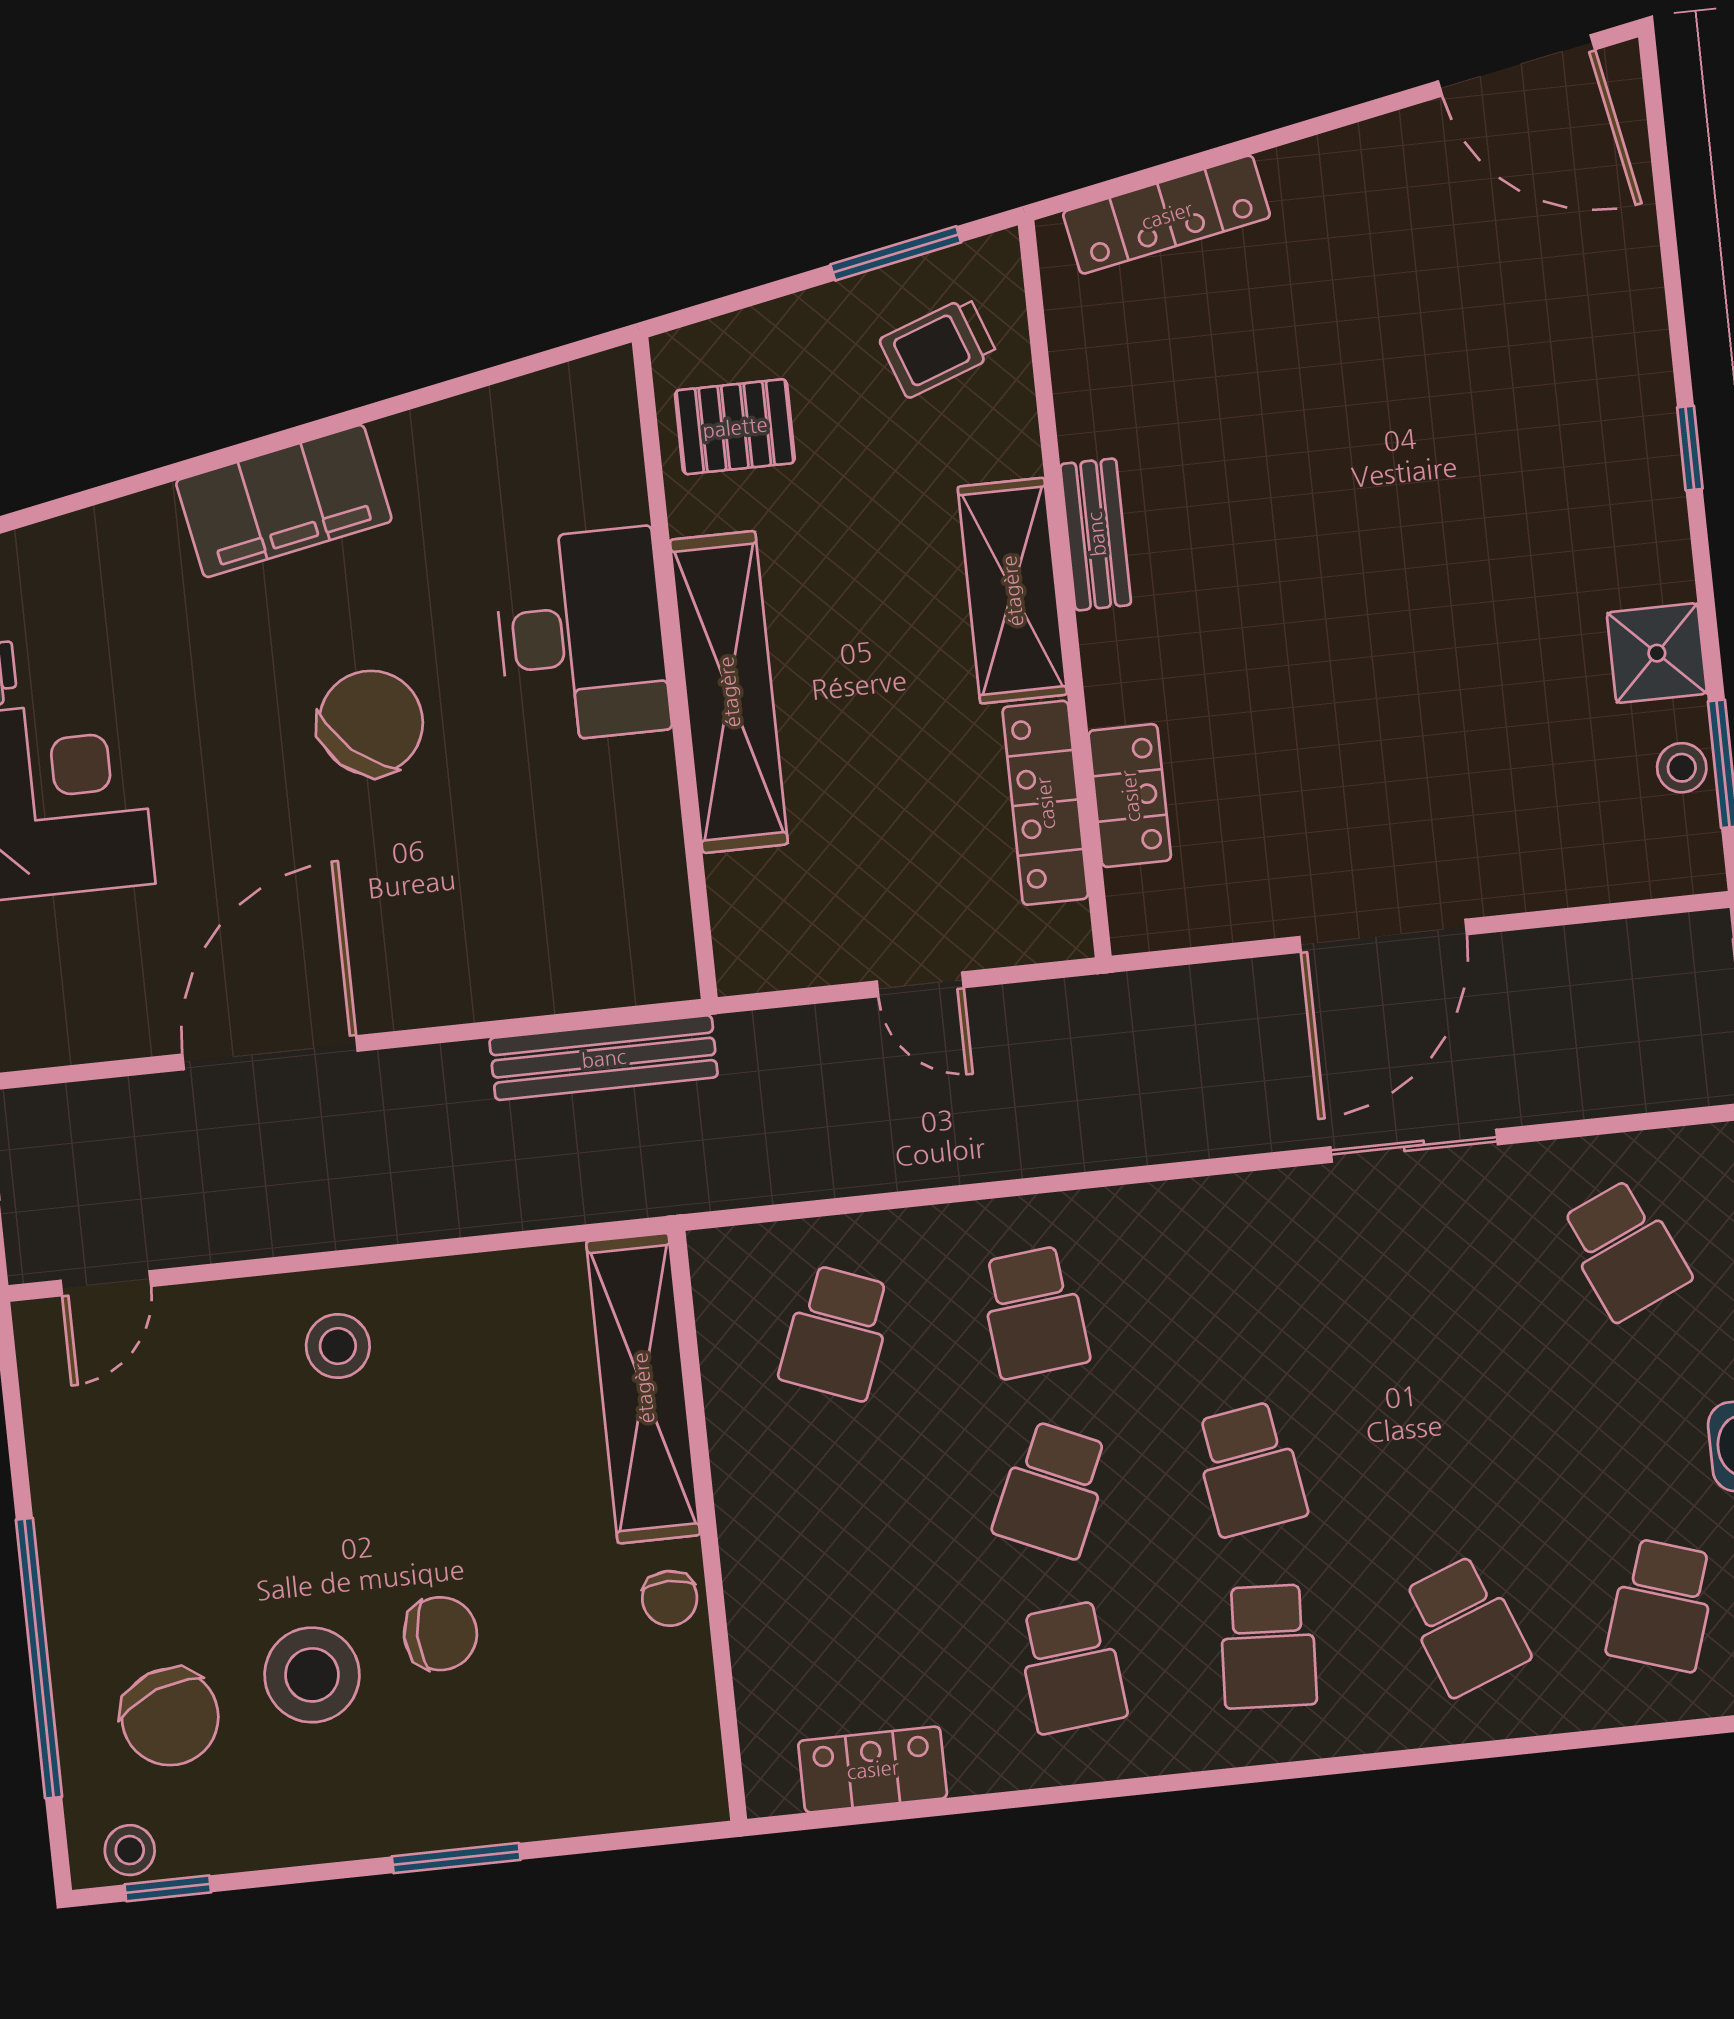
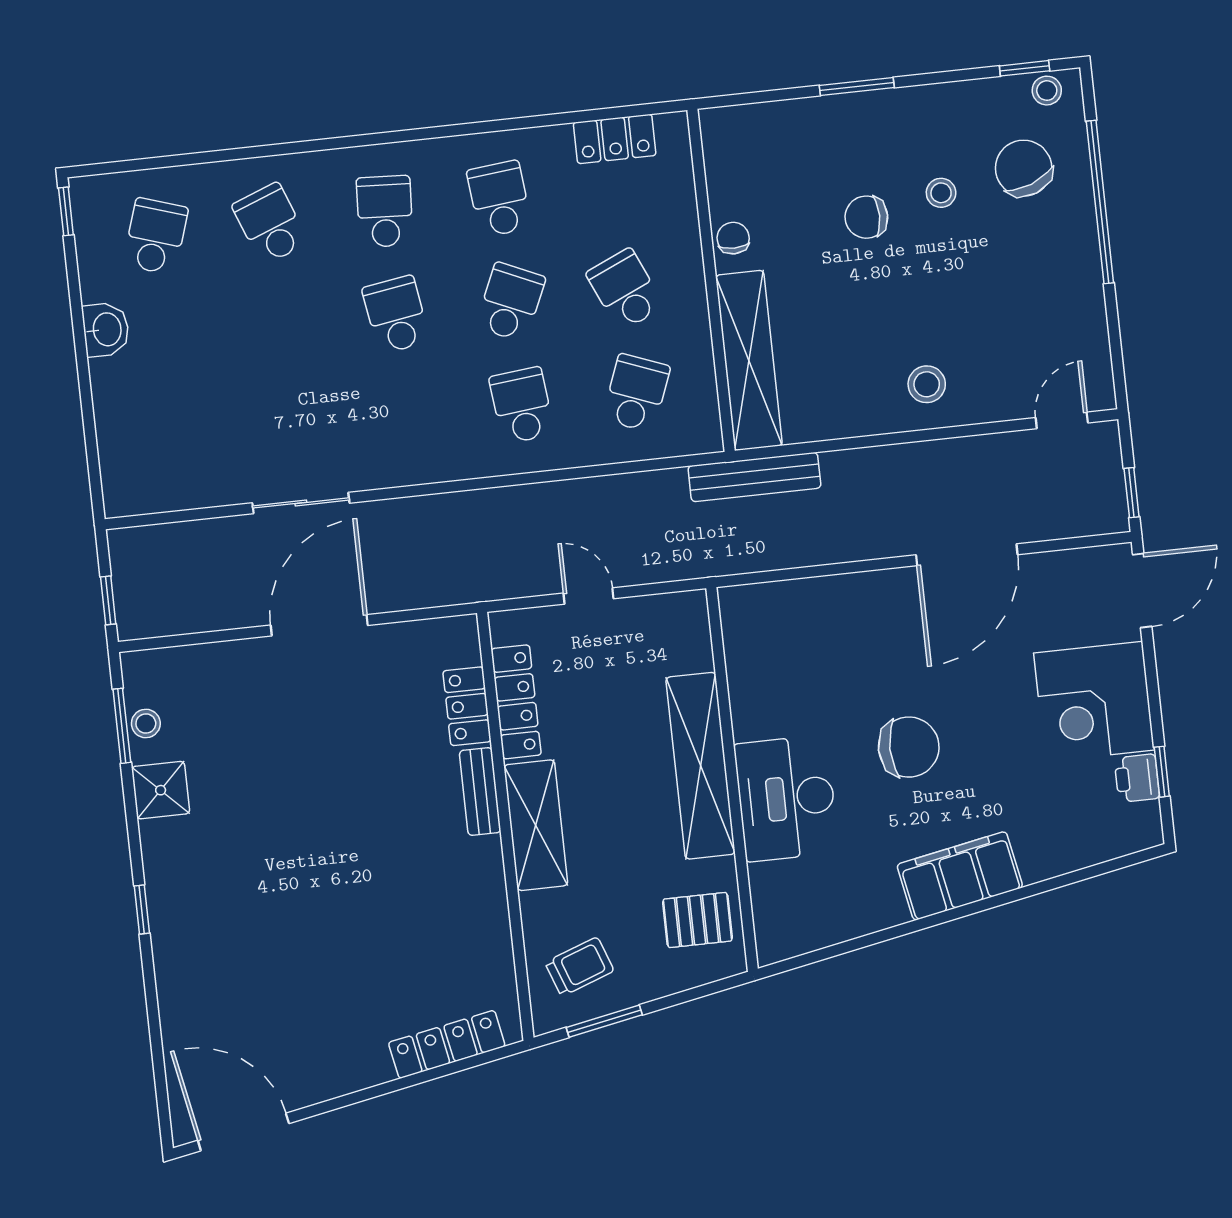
bench: (1096, 534) -> (480, 791), moved
chair: (371, 723) -> (909, 747), turned -132
bench: (604, 1058) -> (754, 477), moved
school desk: (1625, 1250) -> (625, 290), moved
stool: (312, 1675) -> (941, 193), width x0.53, depth x0.53

